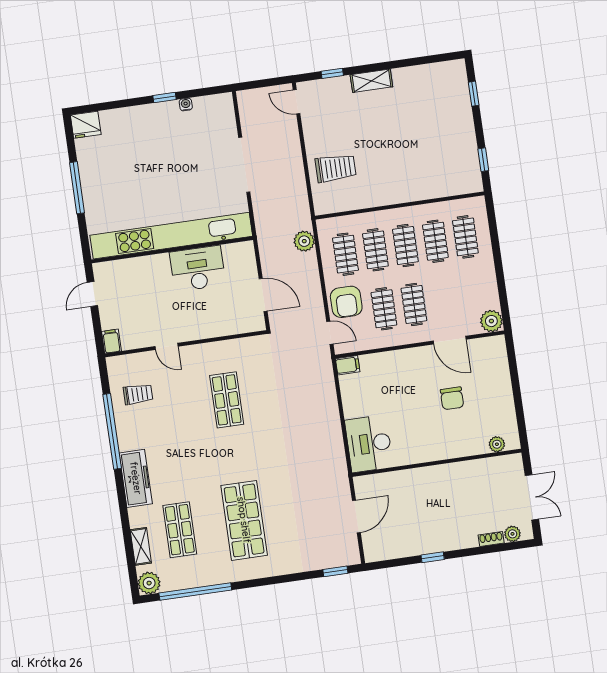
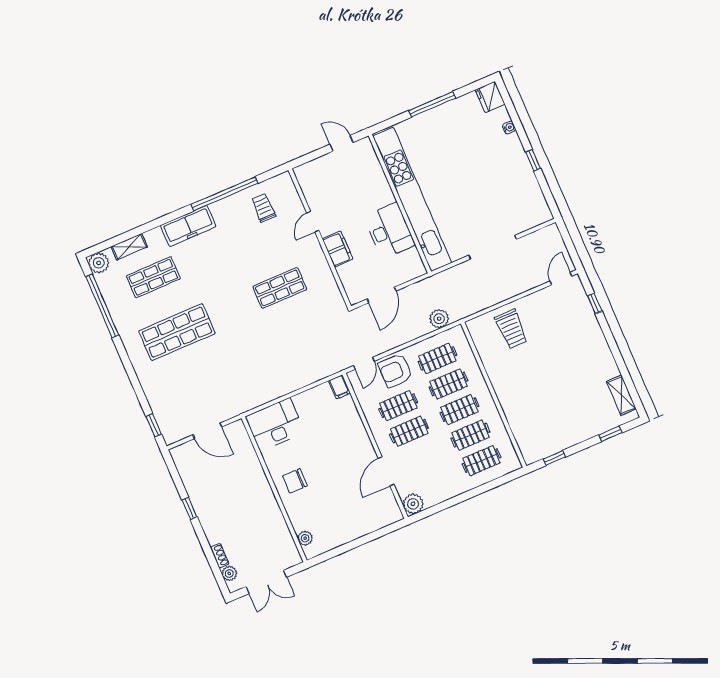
shelving: (371, 81) -> (621, 395), moved
water cooler: (186, 105) -> (509, 128), moved
filing cabinet: (111, 341) -> (338, 249), moved, width x2.00
trolley: (138, 394) -> (264, 208), turned 180
chair: (452, 398) -> (295, 481), moved

